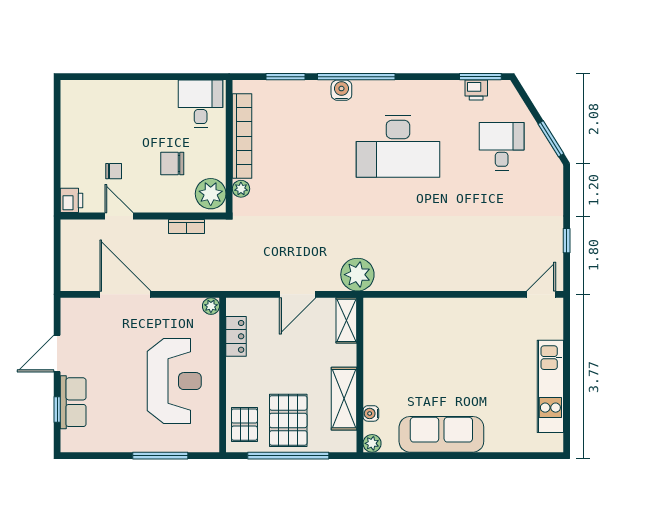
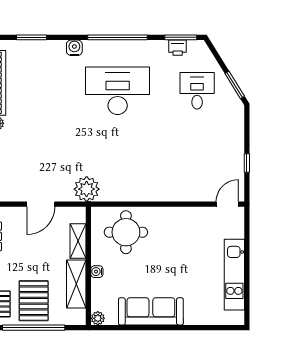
window: (356, 77) -> (118, 37), moved
desk: (398, 146) -> (118, 91), turned 180
shelving: (346, 320) -> (78, 241), moved
round table: (409, 331) -> (126, 232), added
water cooler: (371, 413) -> (97, 272), moved

